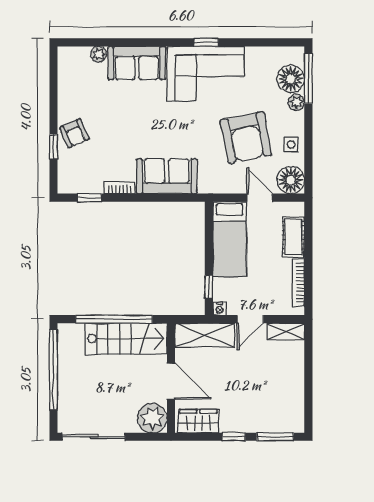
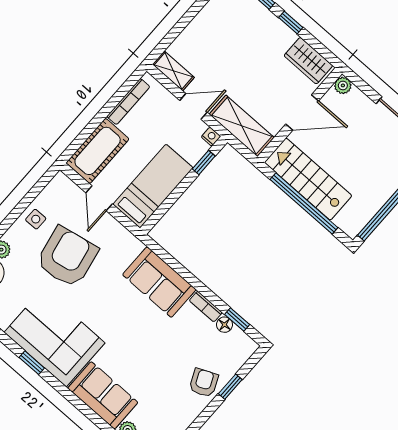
floor lamp: (291, 180) -> (225, 325), moved, width x0.53, depth x0.53
cot: (293, 237) -> (98, 151), width x1.37, depth x1.34
door: (171, 381) -> (302, 112), swing flipped
plant: (152, 418) -> (343, 85), width x0.53, depth x0.53

